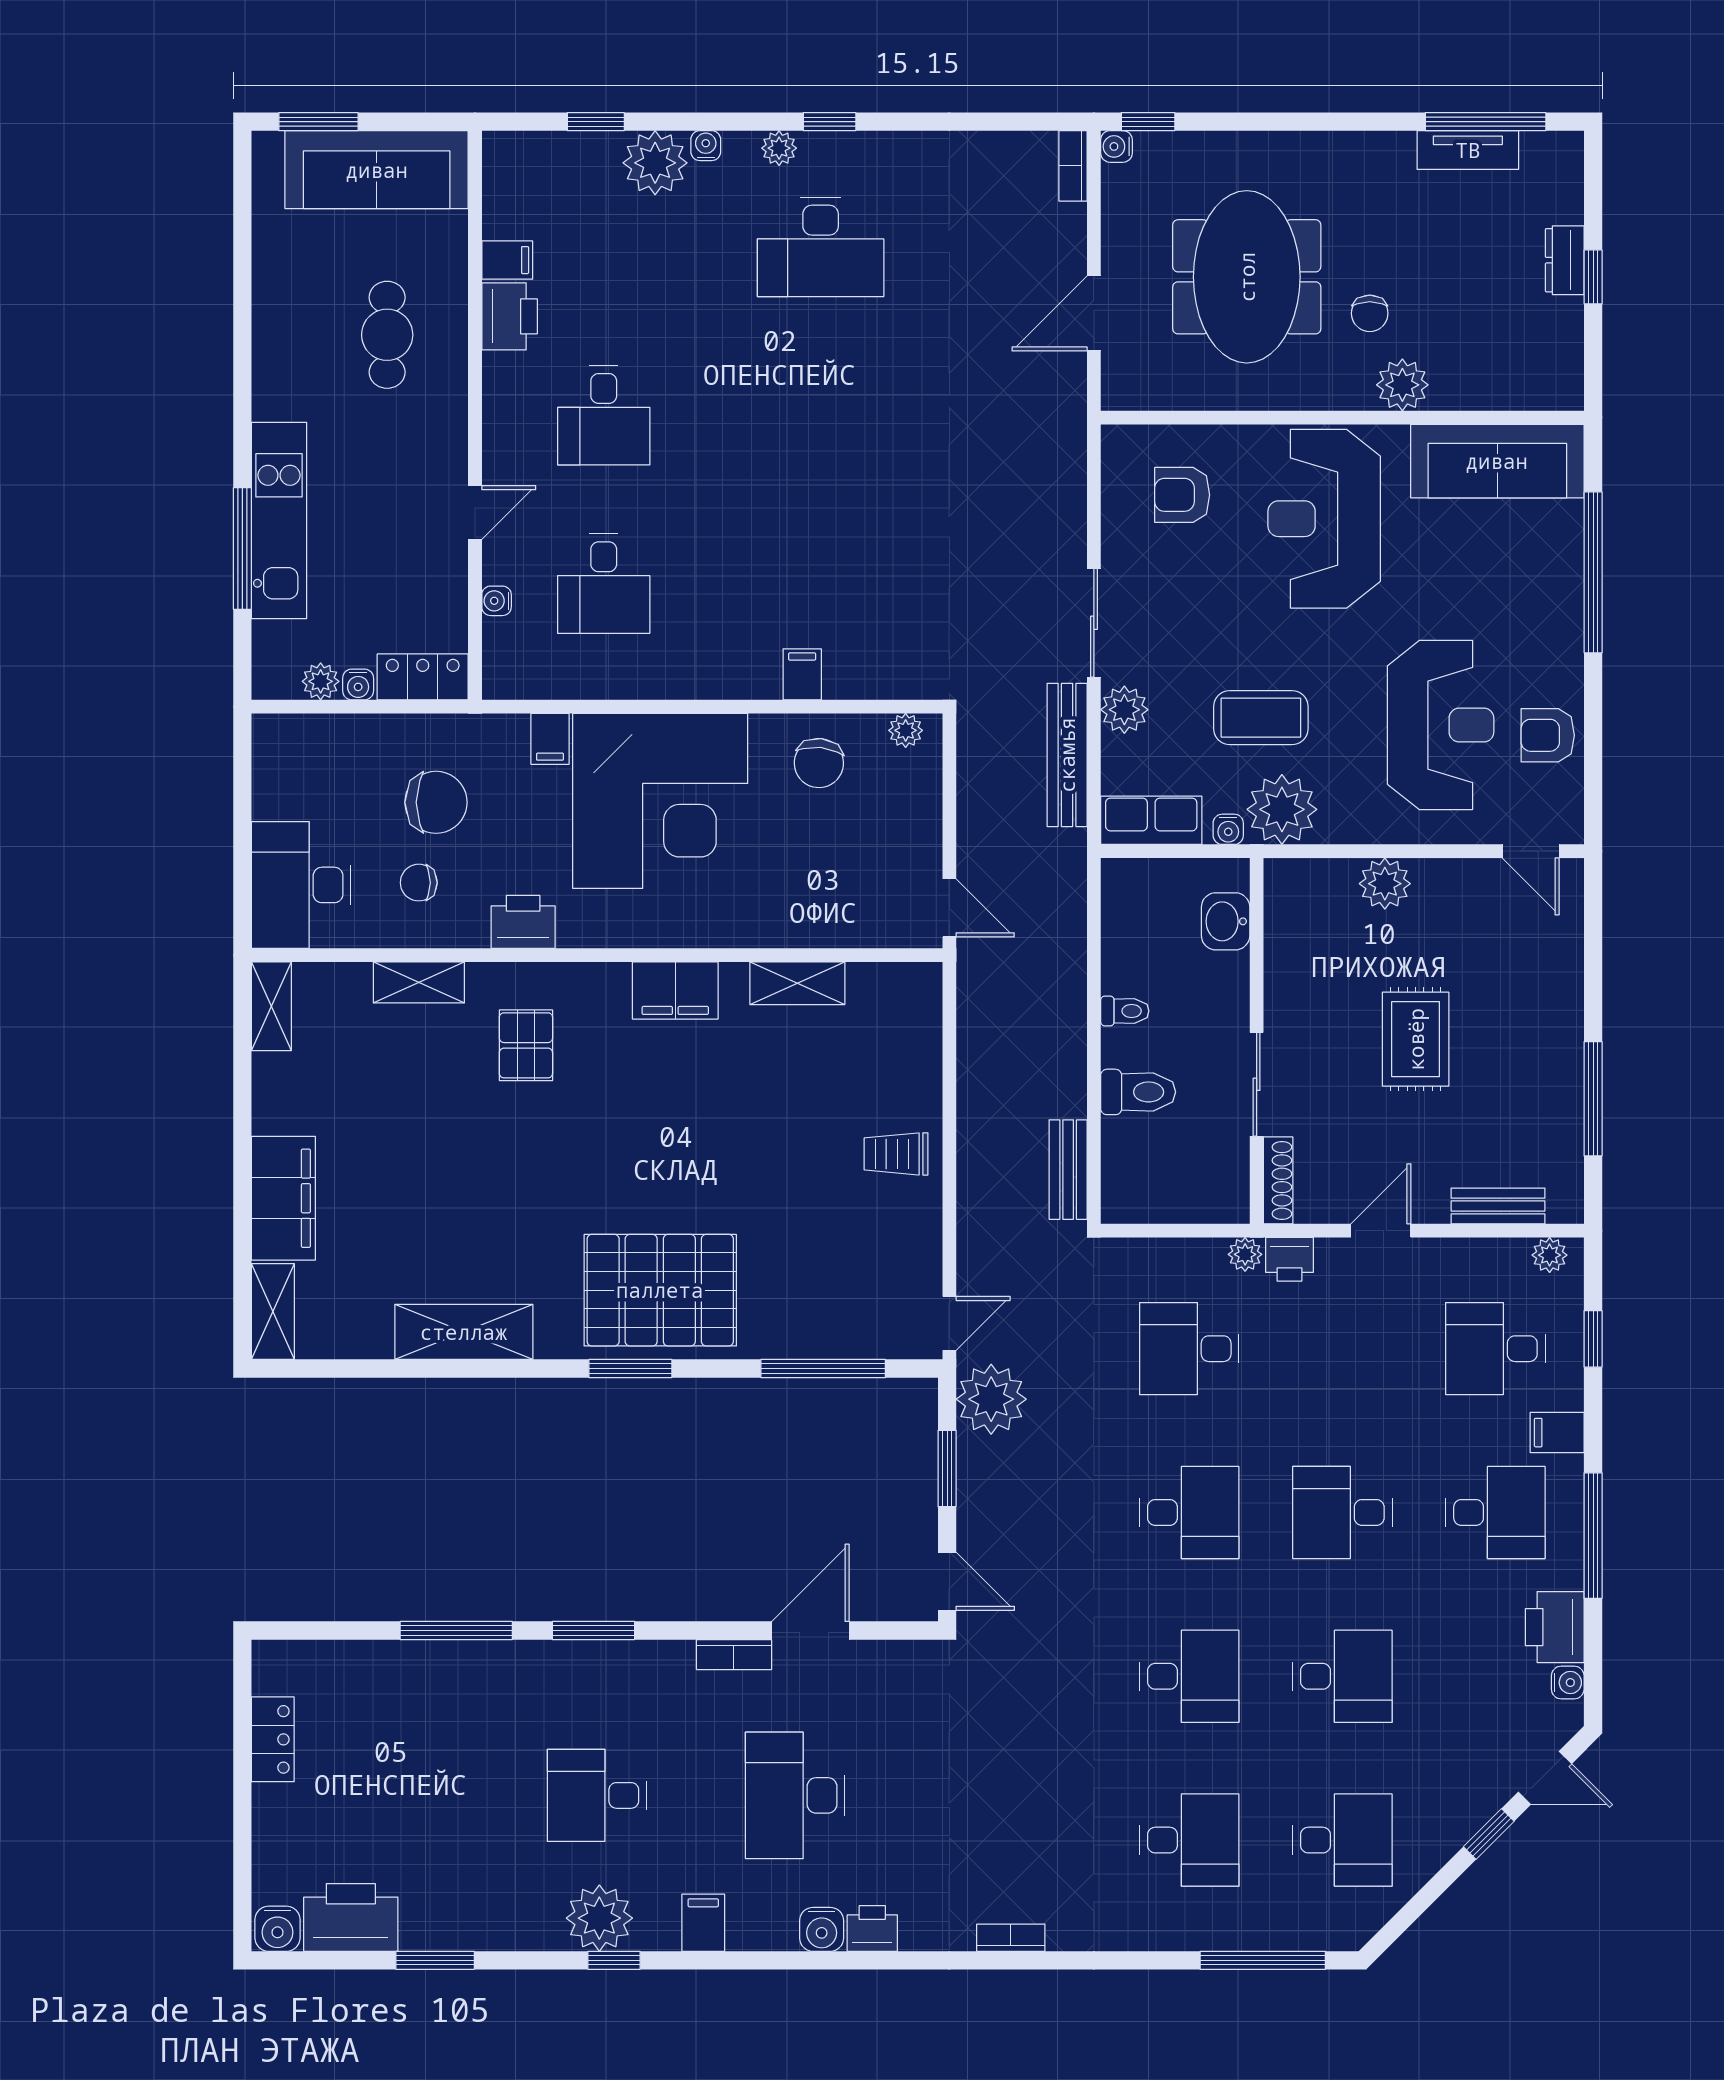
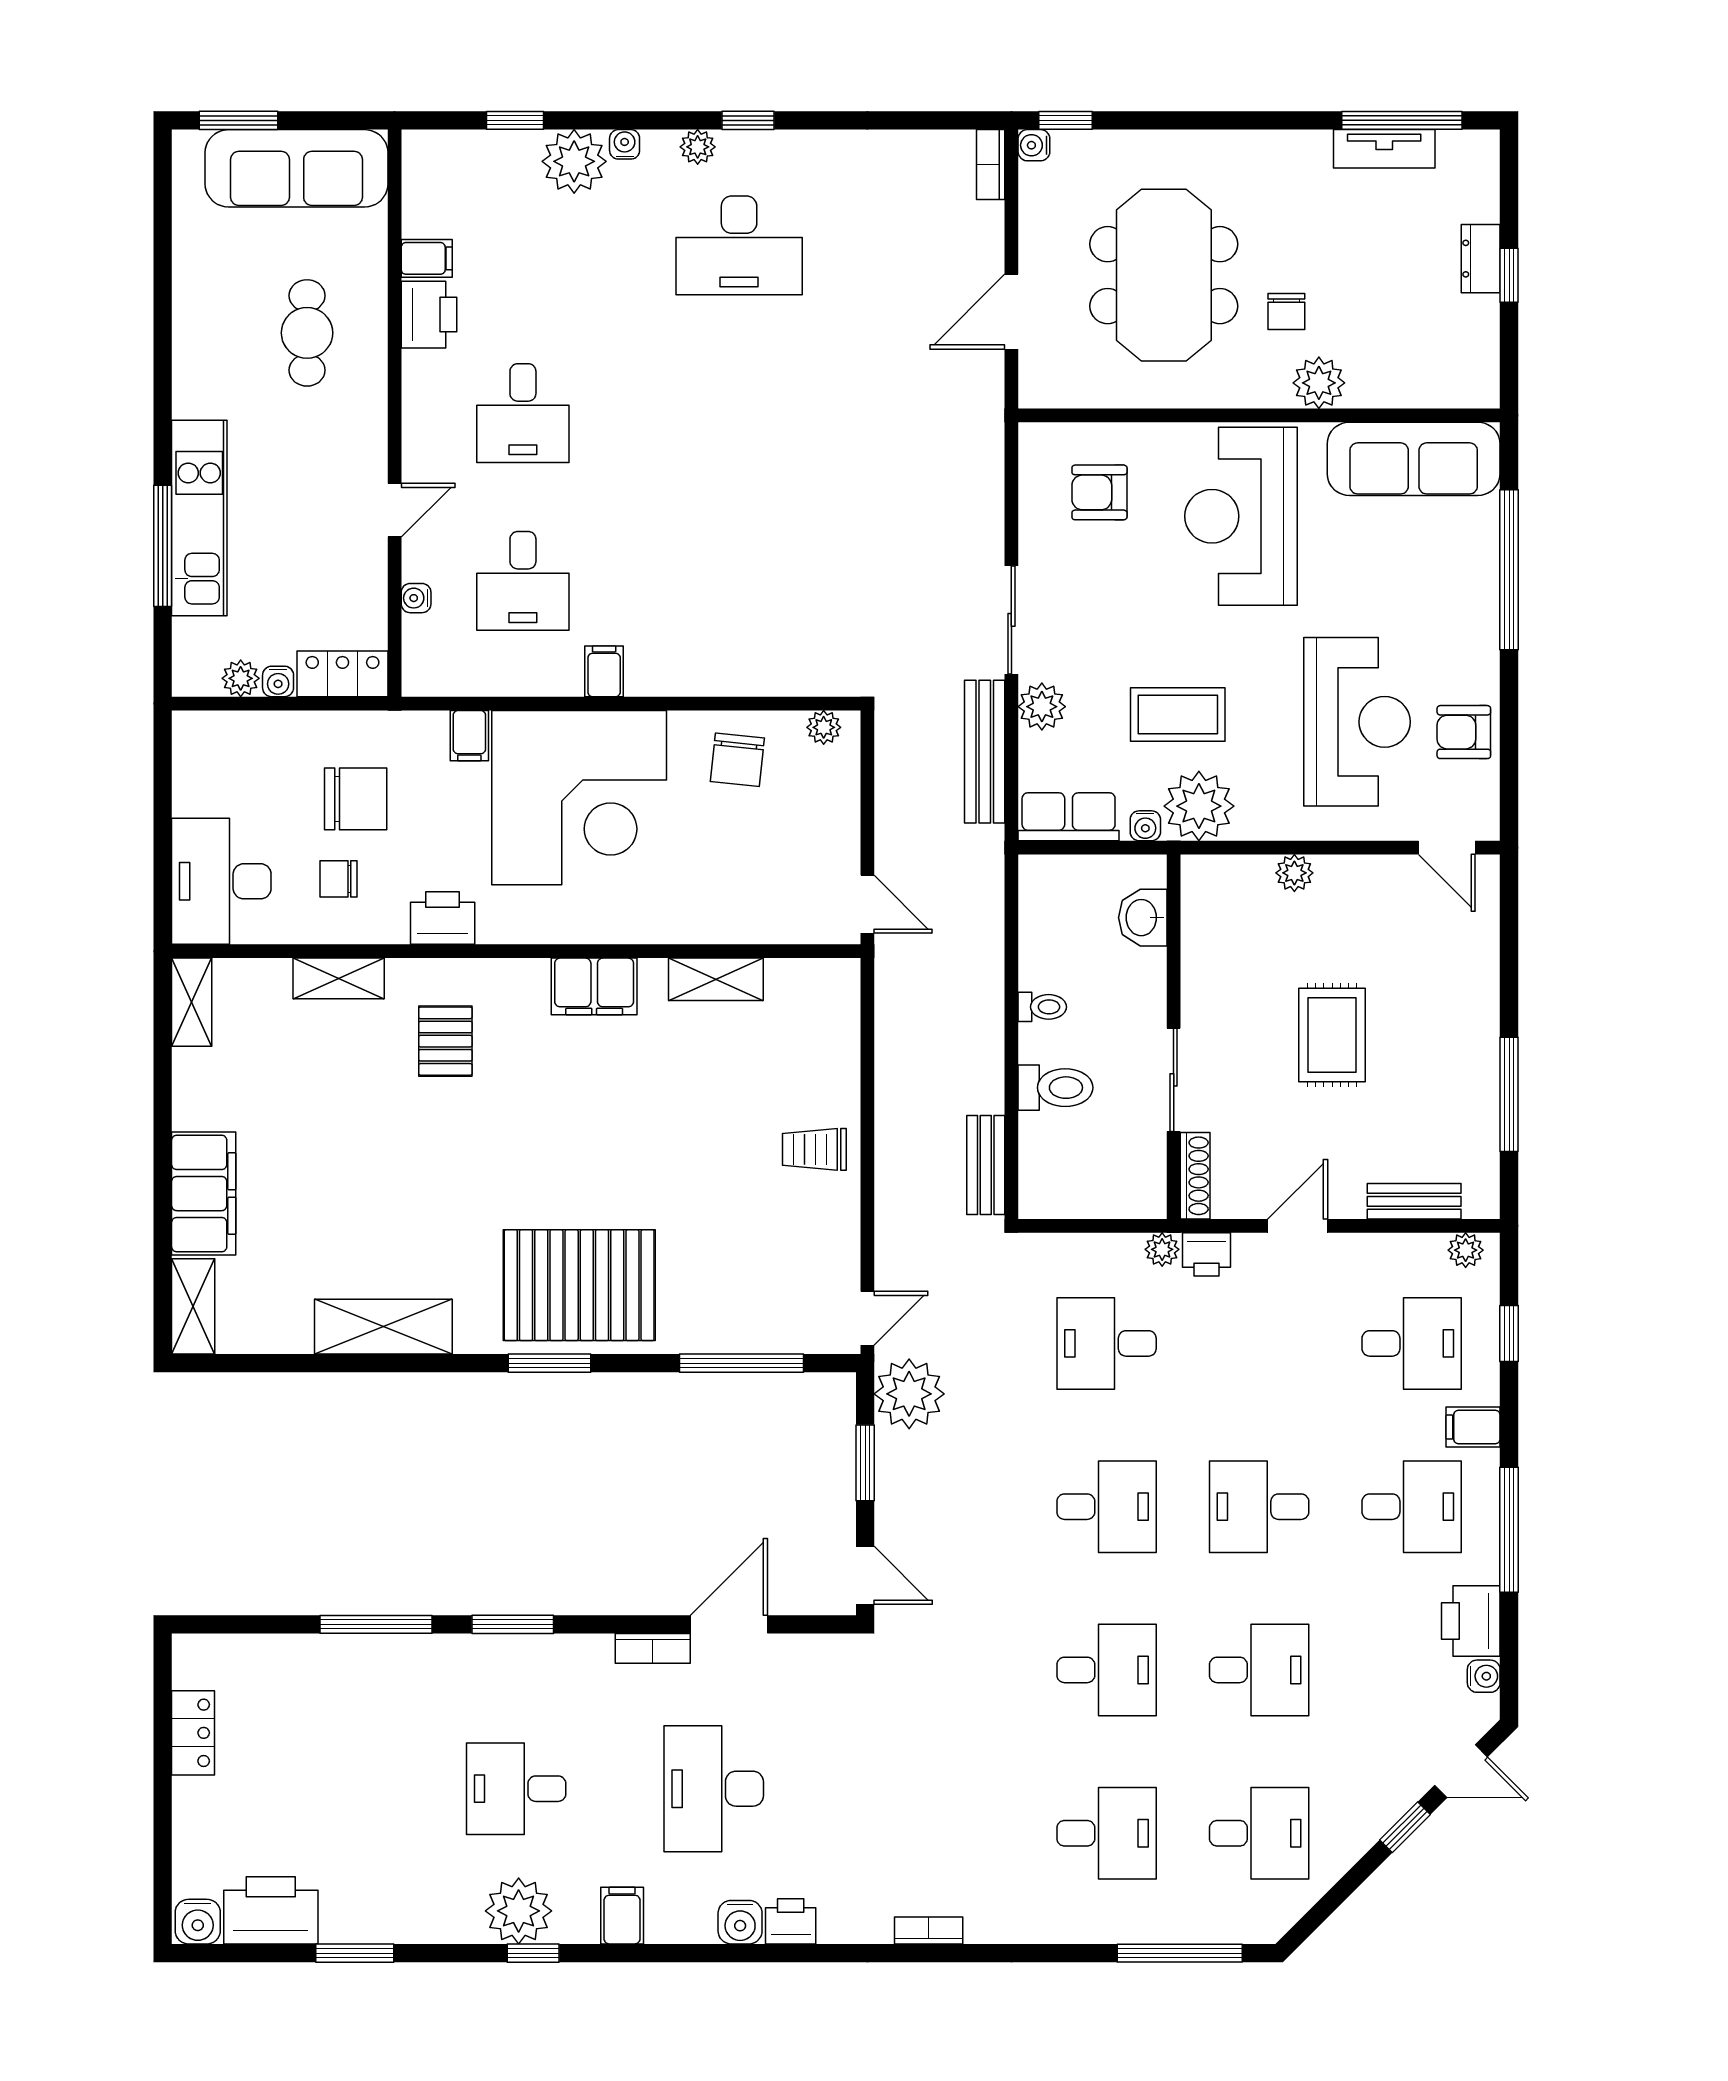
filing cabinet: (802, 674) -> (604, 671), moved
plant: (1385, 884) -> (1294, 873), width x0.73, depth x0.73
desk: (1495, 1349) -> (1412, 1343), turned 180

